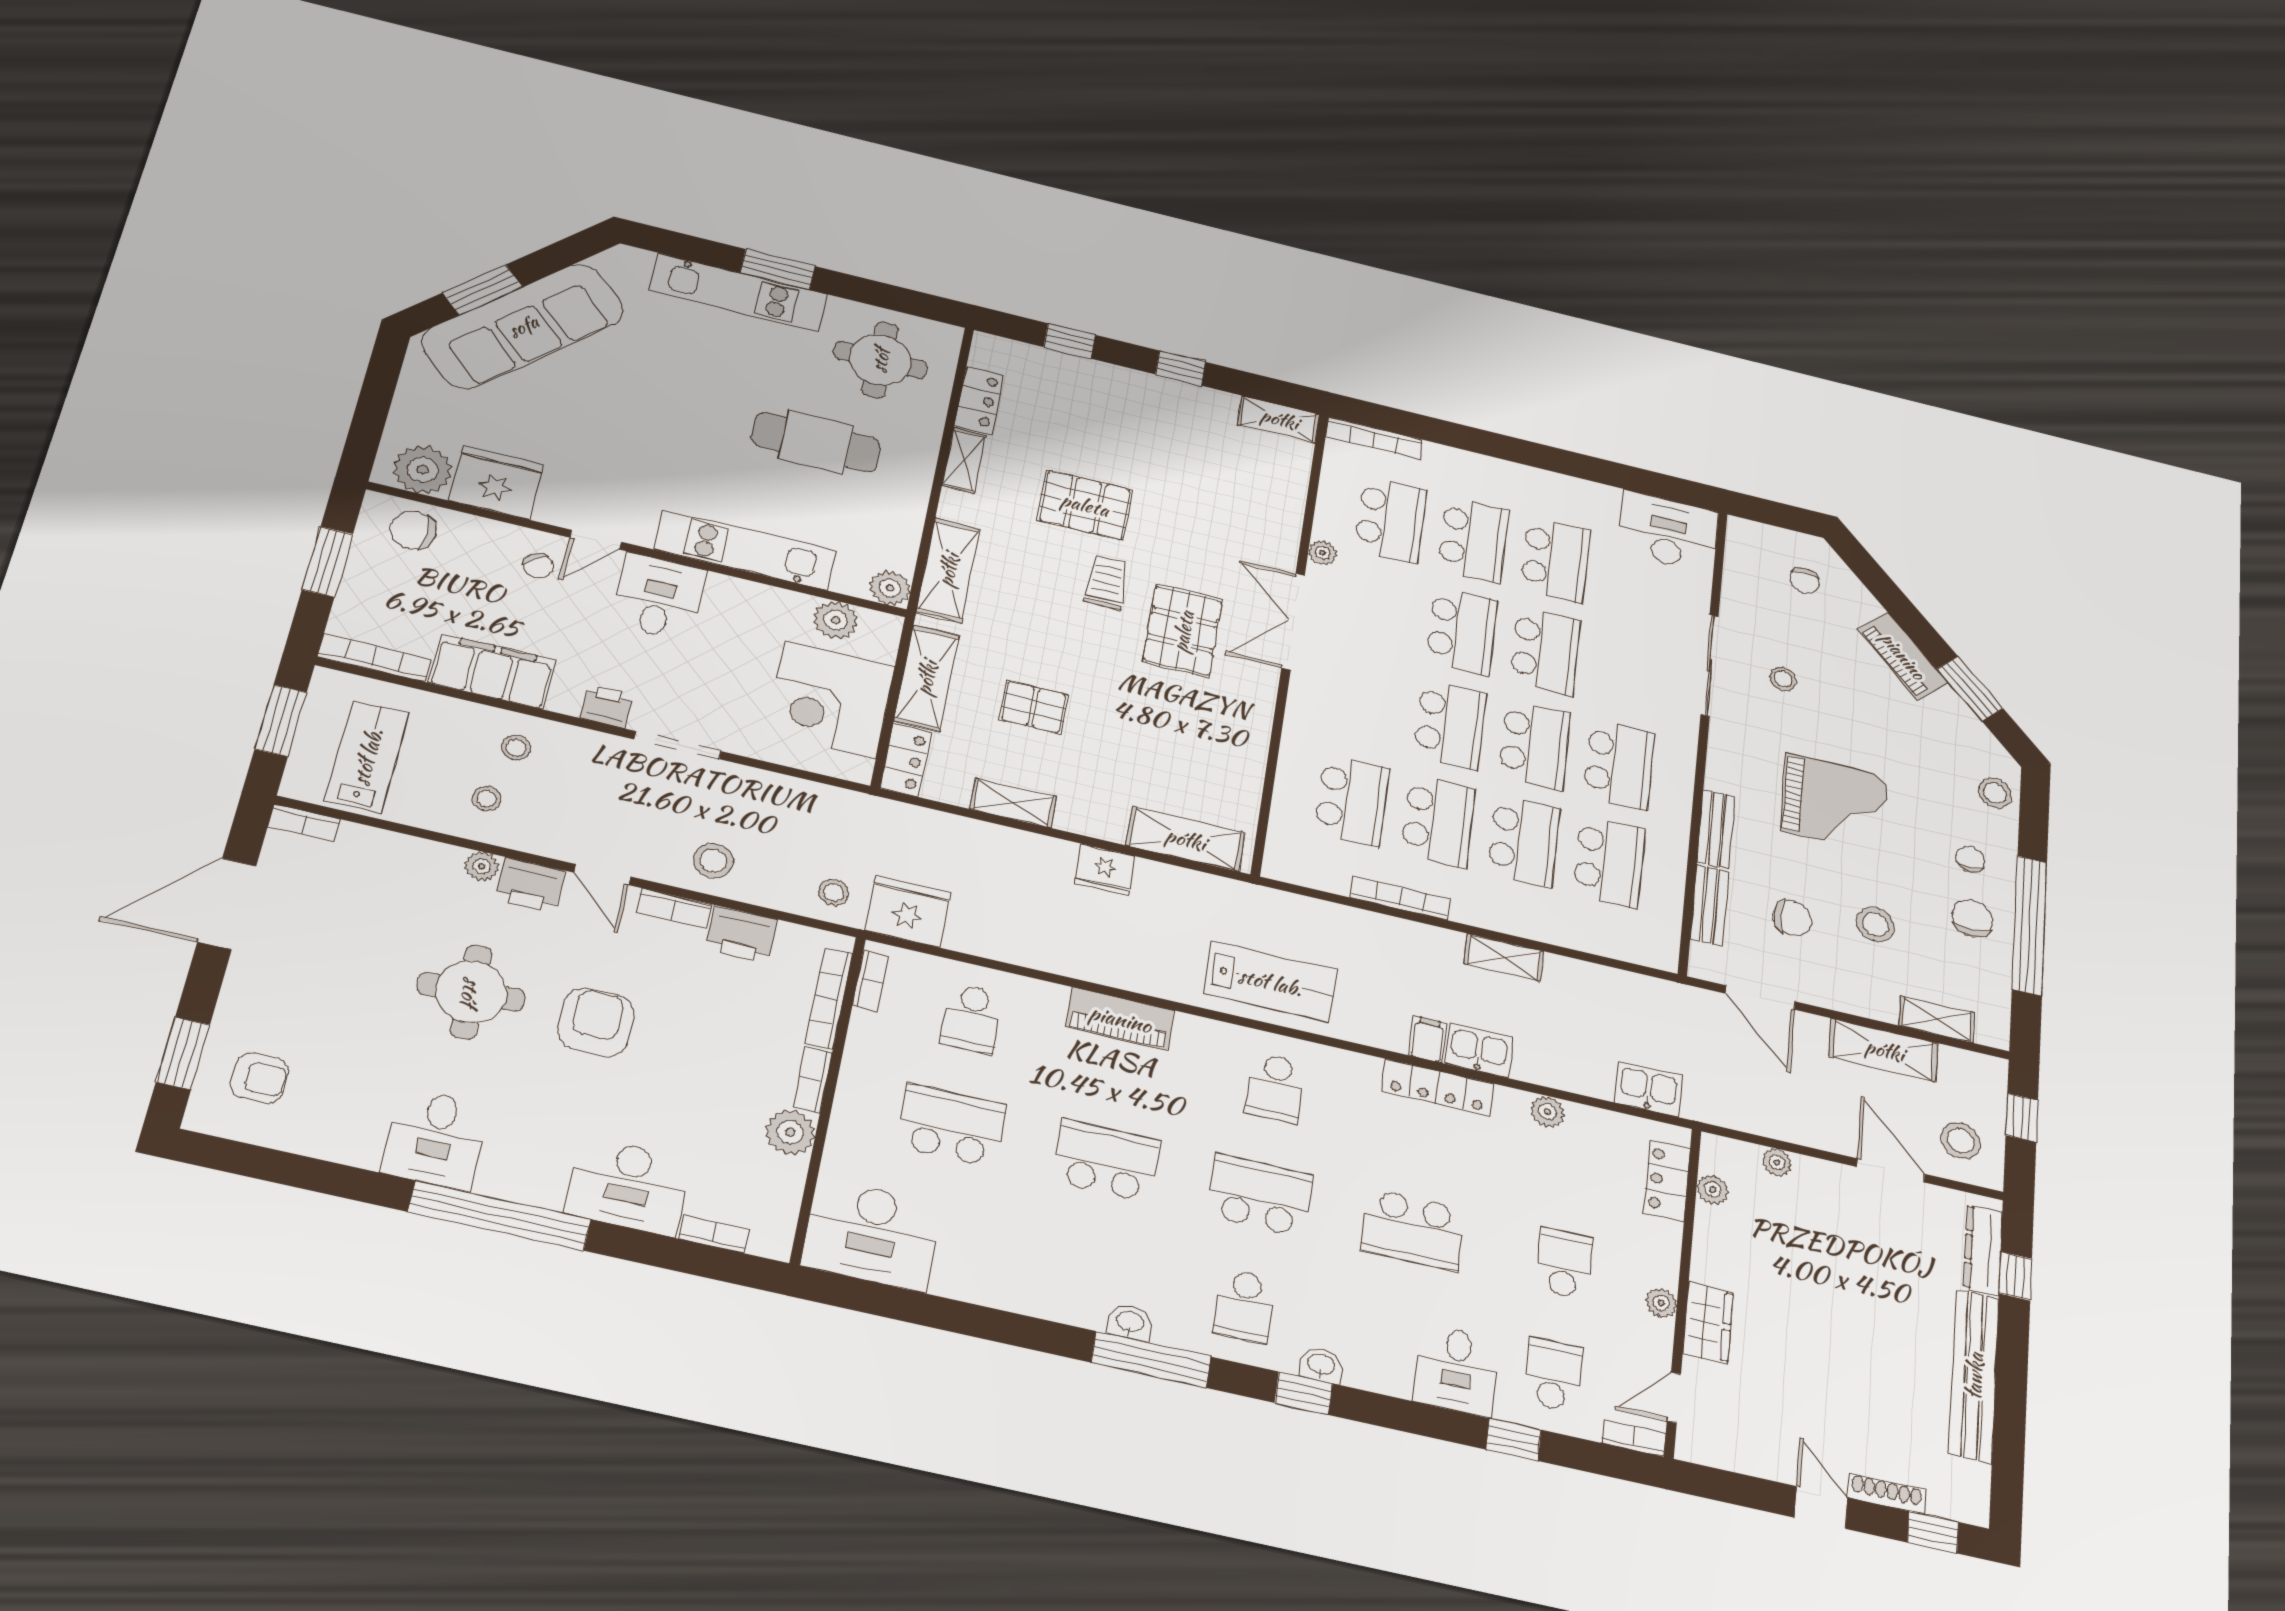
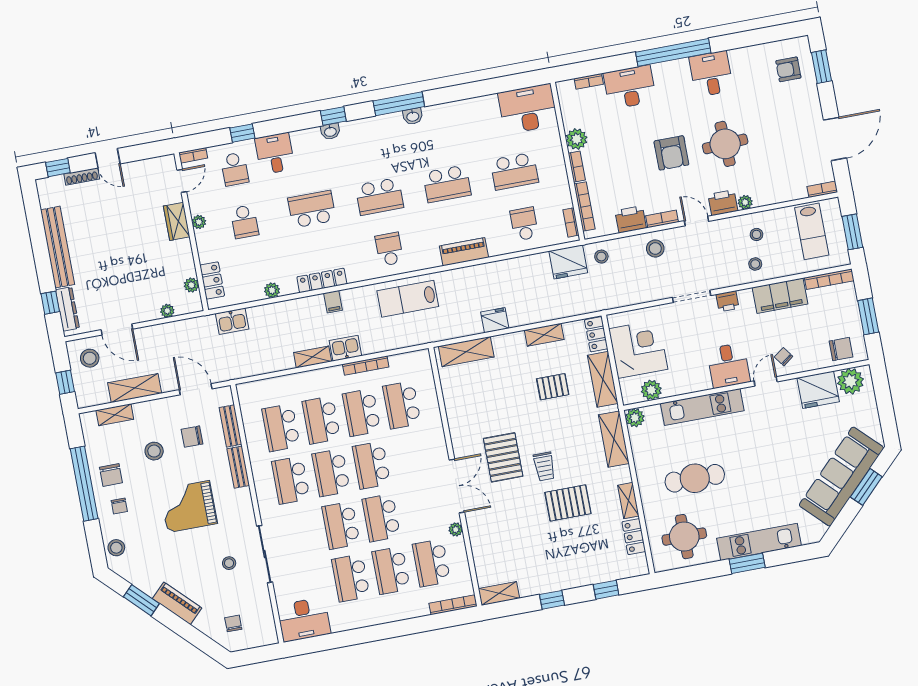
kitchen sink: (1479, 1050) -> (345, 348), moved, turned 180
school desk: (1244, 1306) -> (370, 144), removed

